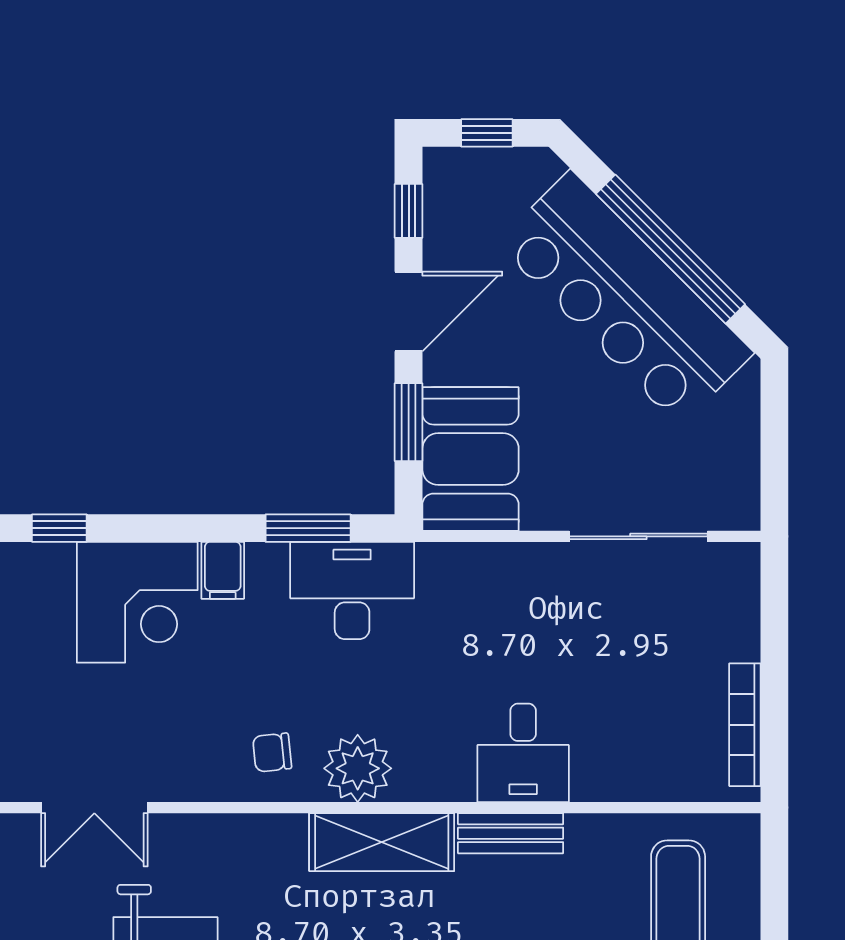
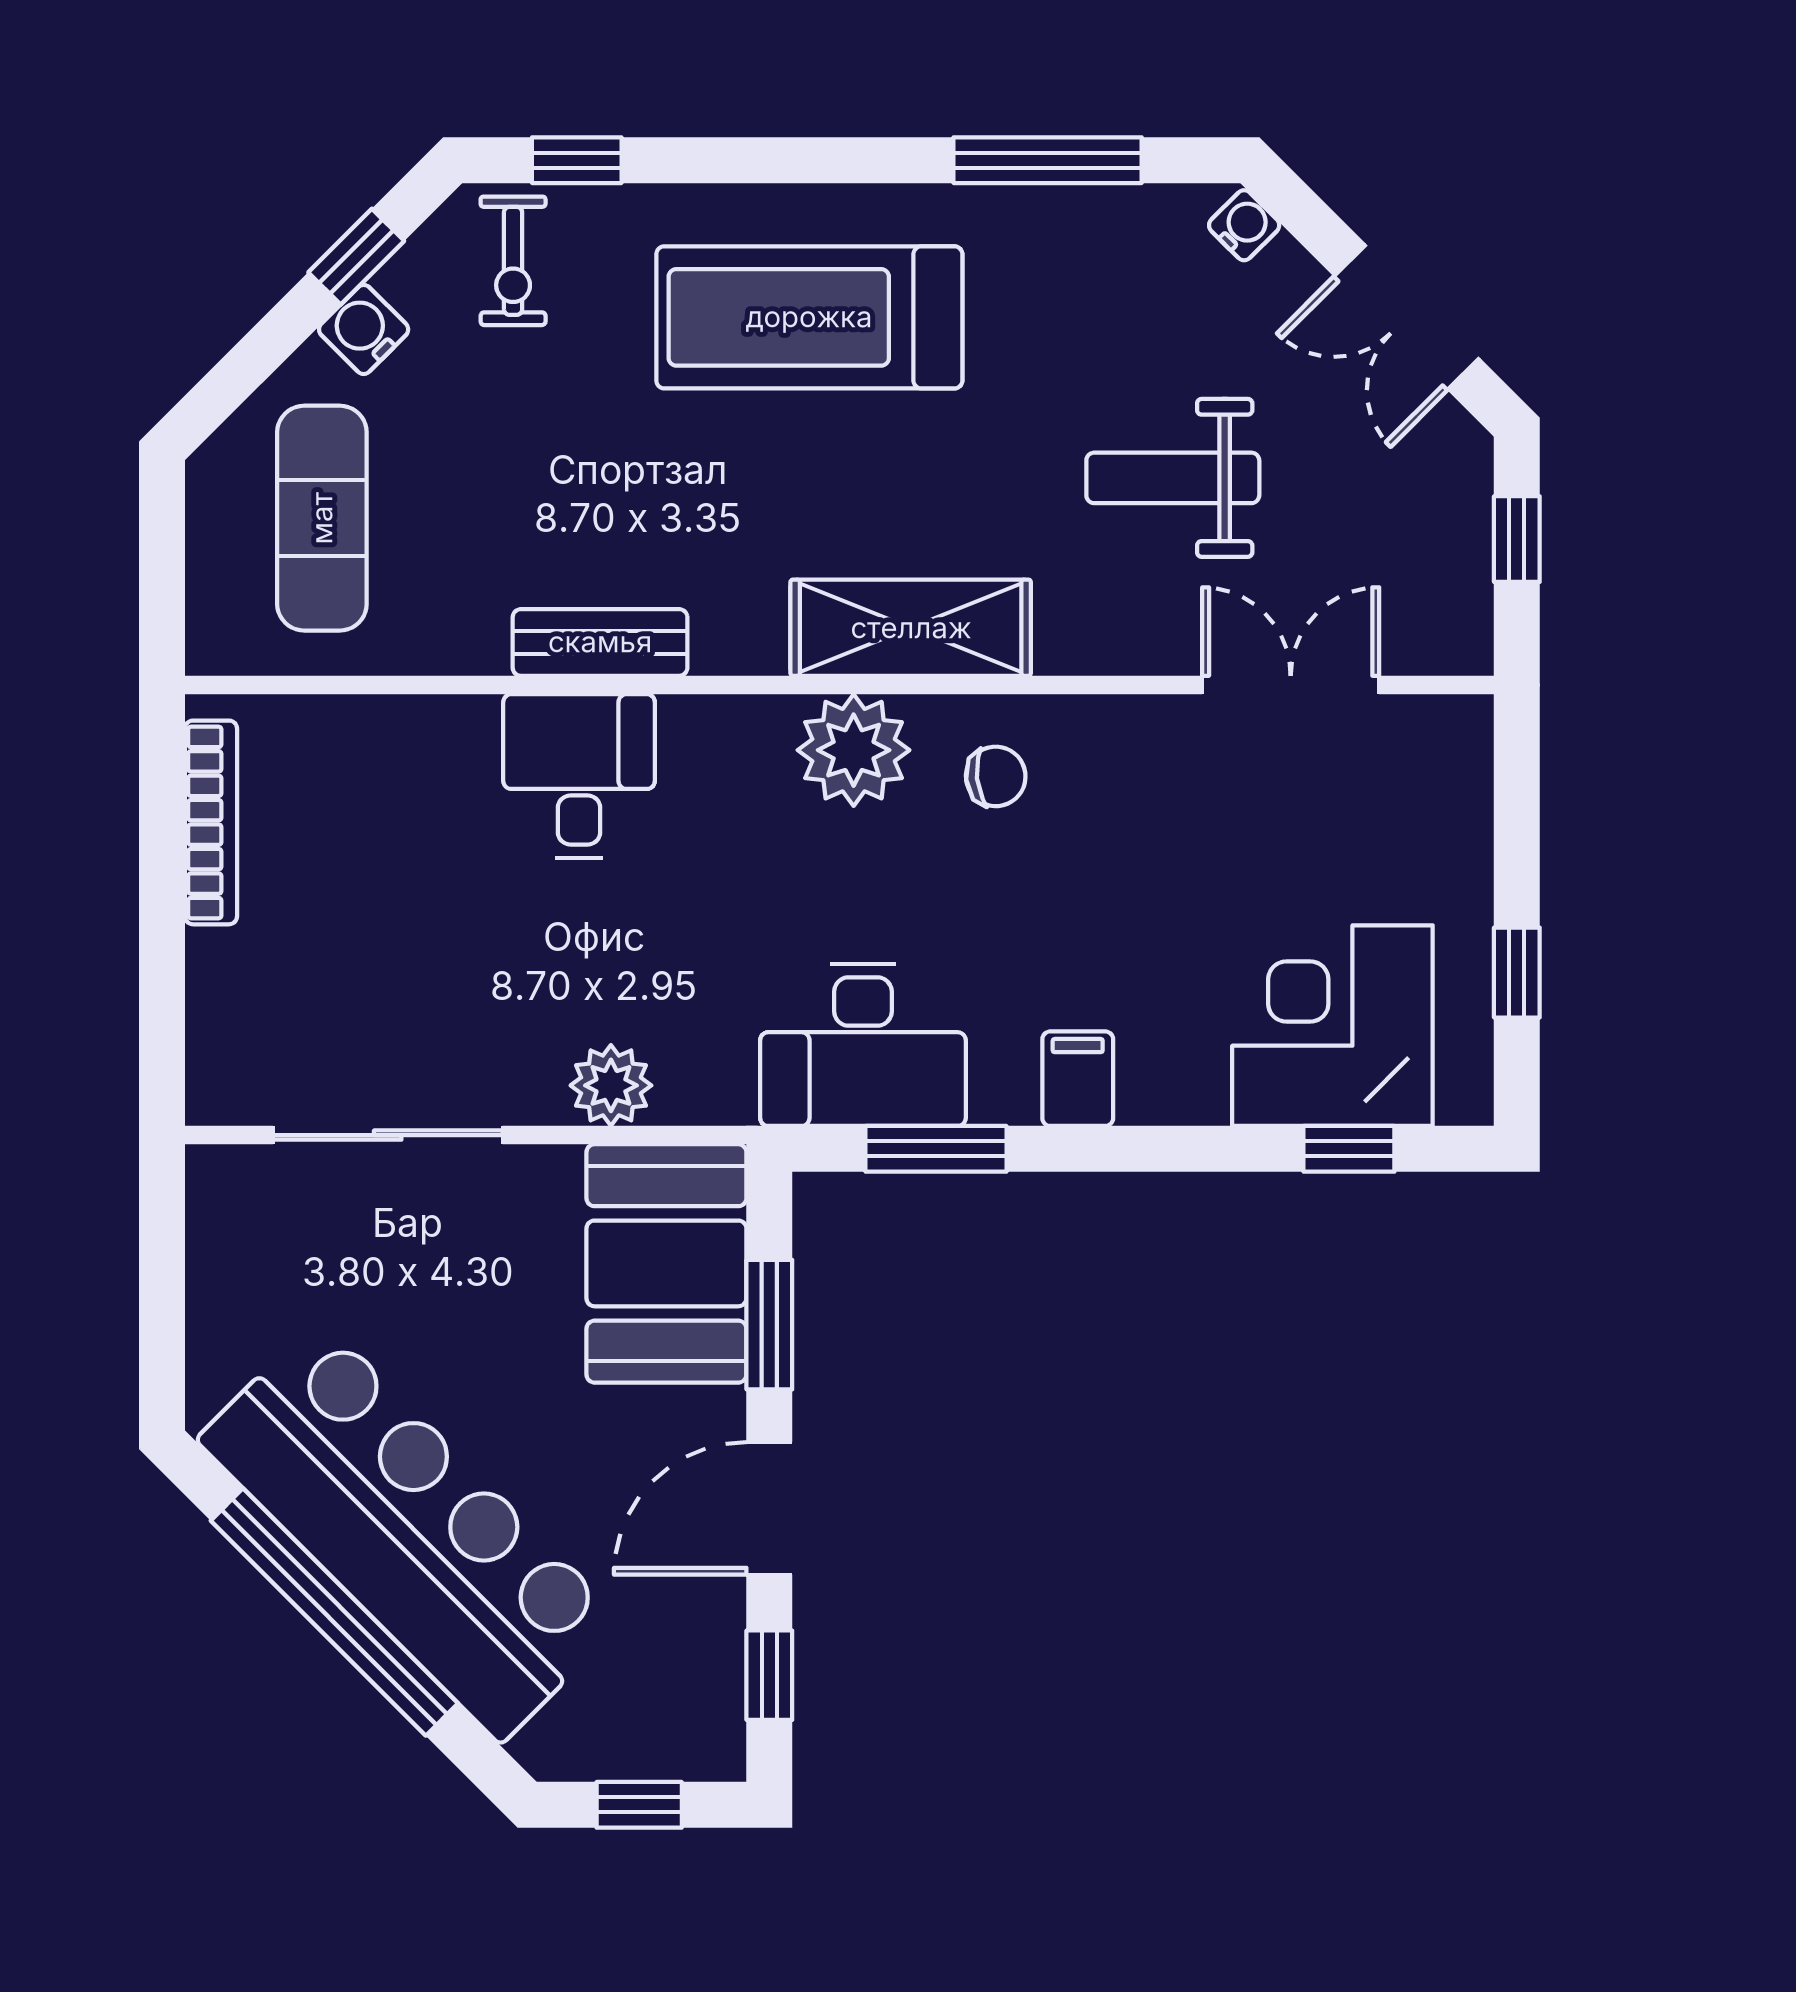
plant: (504, 566) -> (611, 1085), added
corner desk: (137, 602) -> (1332, 1026), moved
shelving: (382, 842) -> (911, 628), moved

